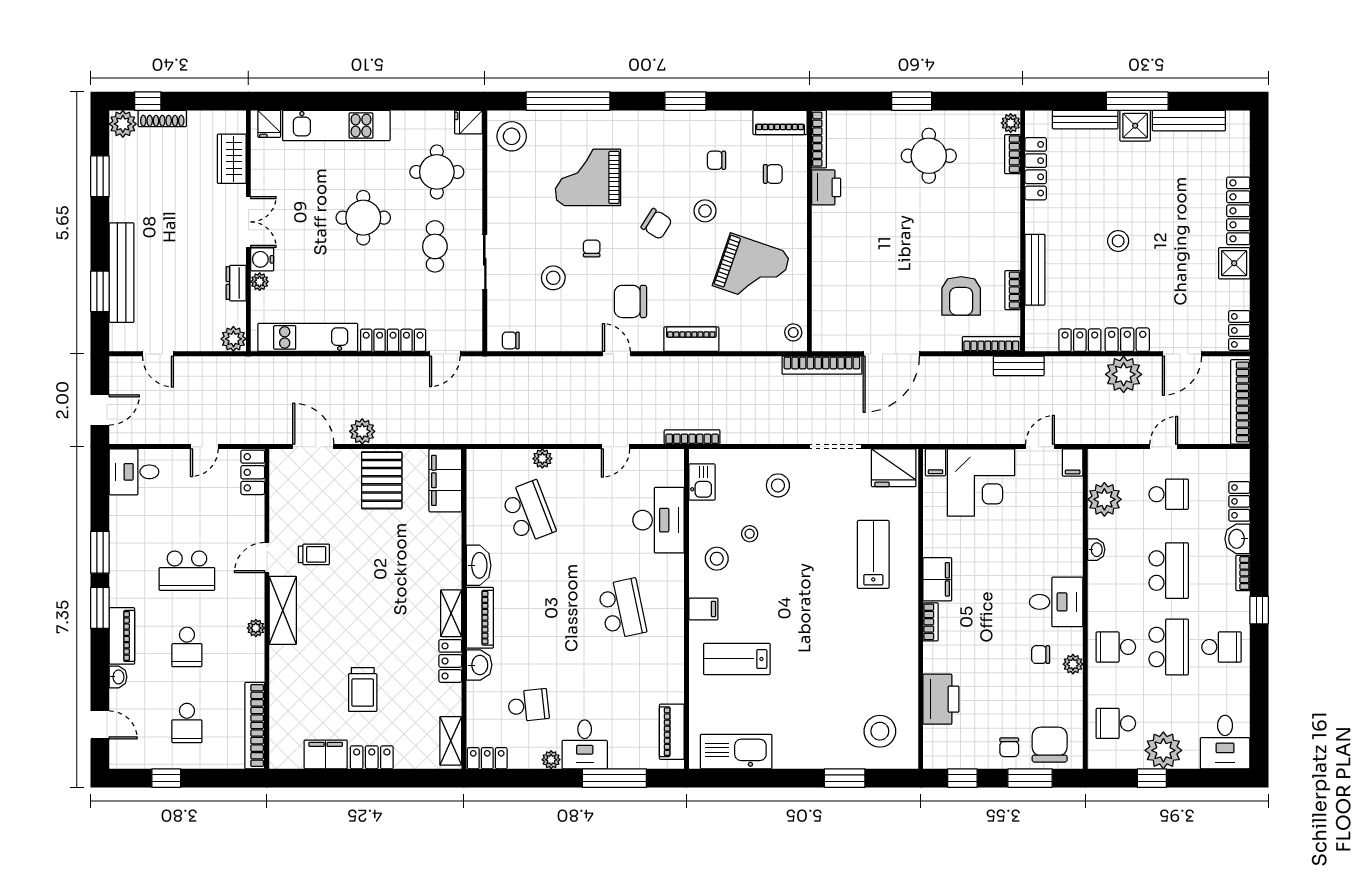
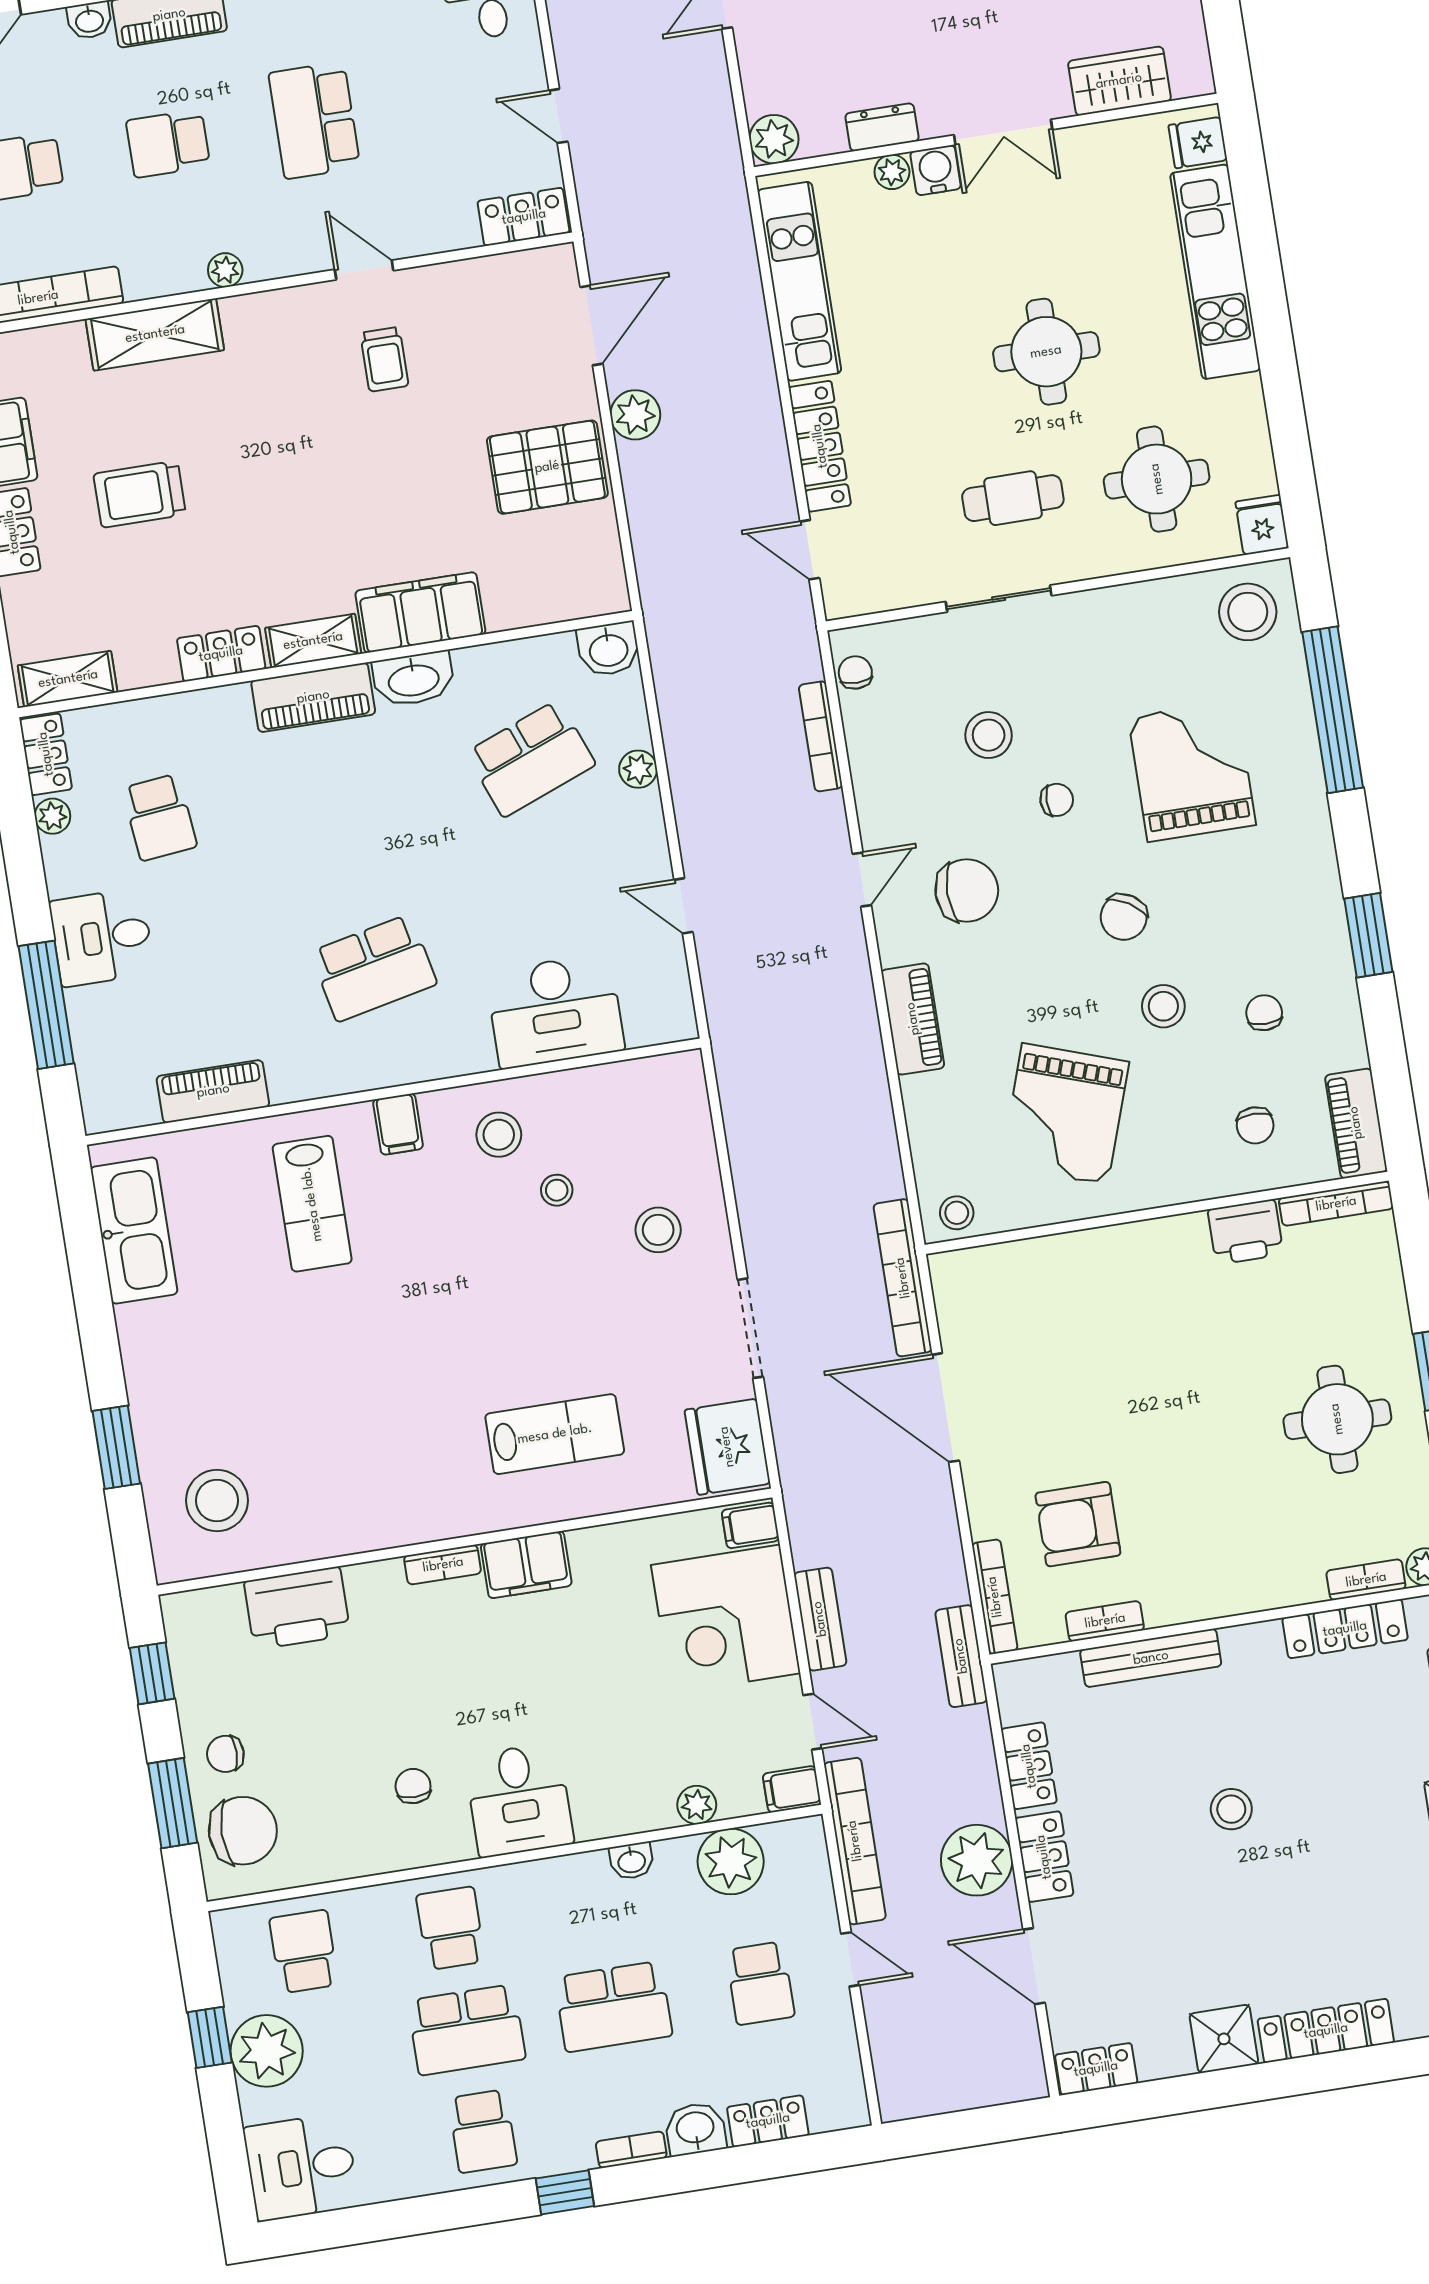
chair: (630, 301) -> (967, 890), turned 90
bookcase: (1240, 402) -> (855, 1841), moved, turned 90
bench: (989, 434) -> (820, 1619), added
bookcase: (692, 437) -> (821, 736), moved, turned 180
filing cabinet: (445, 480) -> (420, 612), moved
kitchen sink: (702, 482) -> (642, 1083), removed
shelving: (283, 610) -> (155, 334), moved
lab bench: (737, 659) -> (312, 1204), turned 180
plant: (1073, 664) -> (697, 1805), moved
washbasin: (479, 665) -> (608, 649), moved
piano: (672, 732) -> (213, 1091), moved
plant: (551, 760) -> (53, 816), moved

